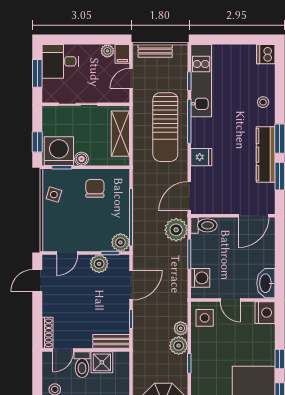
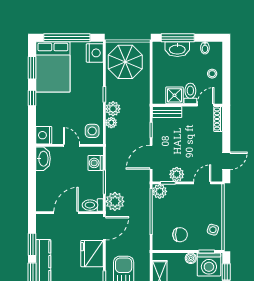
fridge: (201, 157) -> (92, 254), width x1.88, depth x1.34
chair: (95, 188) -> (180, 235), turned -90
door: (254, 216) -> (66, 213), moved

